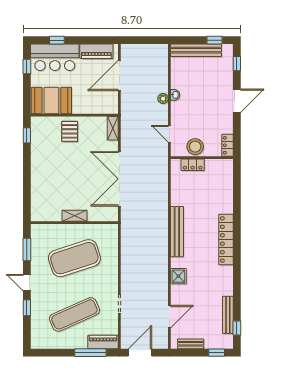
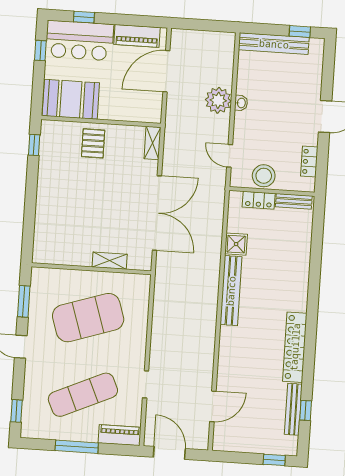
window: (237, 64) -> (328, 66), removed
plant: (163, 99) -> (218, 100), width x1.87, depth x1.87
locker: (228, 145) -> (309, 162), moved
double door: (119, 179) -> (157, 213), swing flipped
shelving: (75, 216) -> (110, 261), moved
locker: (226, 239) -> (295, 347), moved
shower: (178, 276) -> (236, 244), moved
window: (27, 308) -> (16, 411), moved
window: (237, 328) -> (306, 410), moved
bench: (191, 344) -> (294, 201), moved
window: (90, 353) -> (77, 447), moved
door: (140, 353) -> (169, 453), hinge flipped

